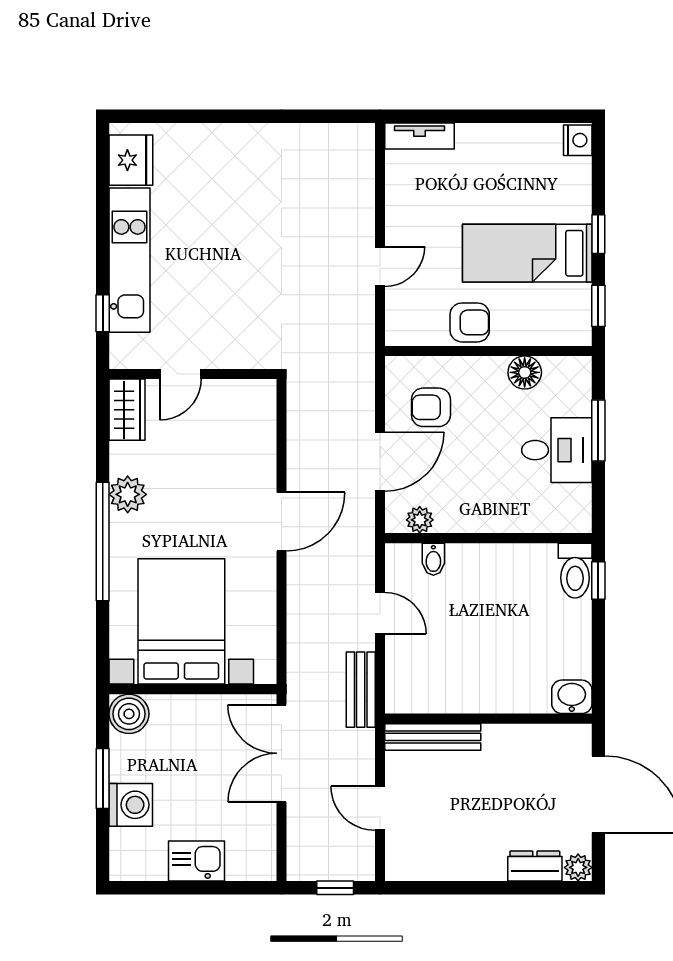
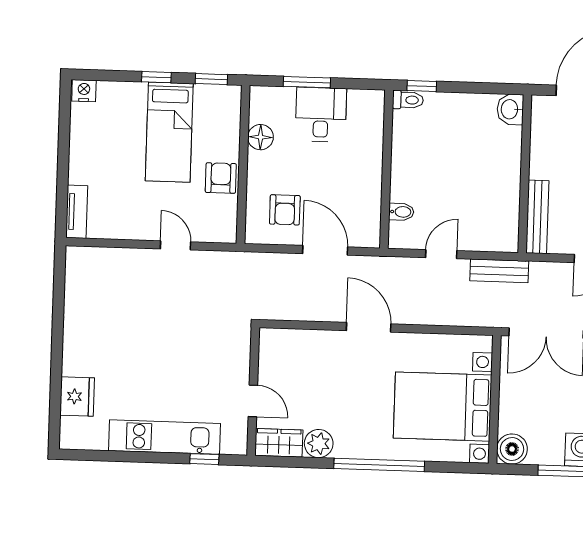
fridge: (131, 160) -> (77, 397), moved, turned 90
plant: (128, 494) -> (319, 444), moved
plant: (420, 520) -> (371, 221), removed
toilet: (575, 571) -> (408, 100), width x0.73, depth x0.72

